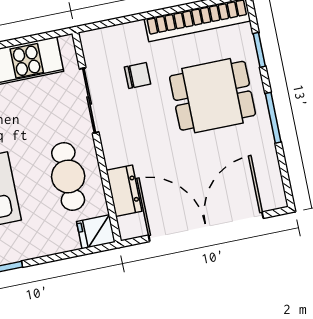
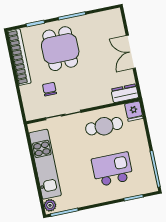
dresser: (124, 191) -> (125, 93), moved
double door: (206, 227) -> (131, 52), width x0.54

